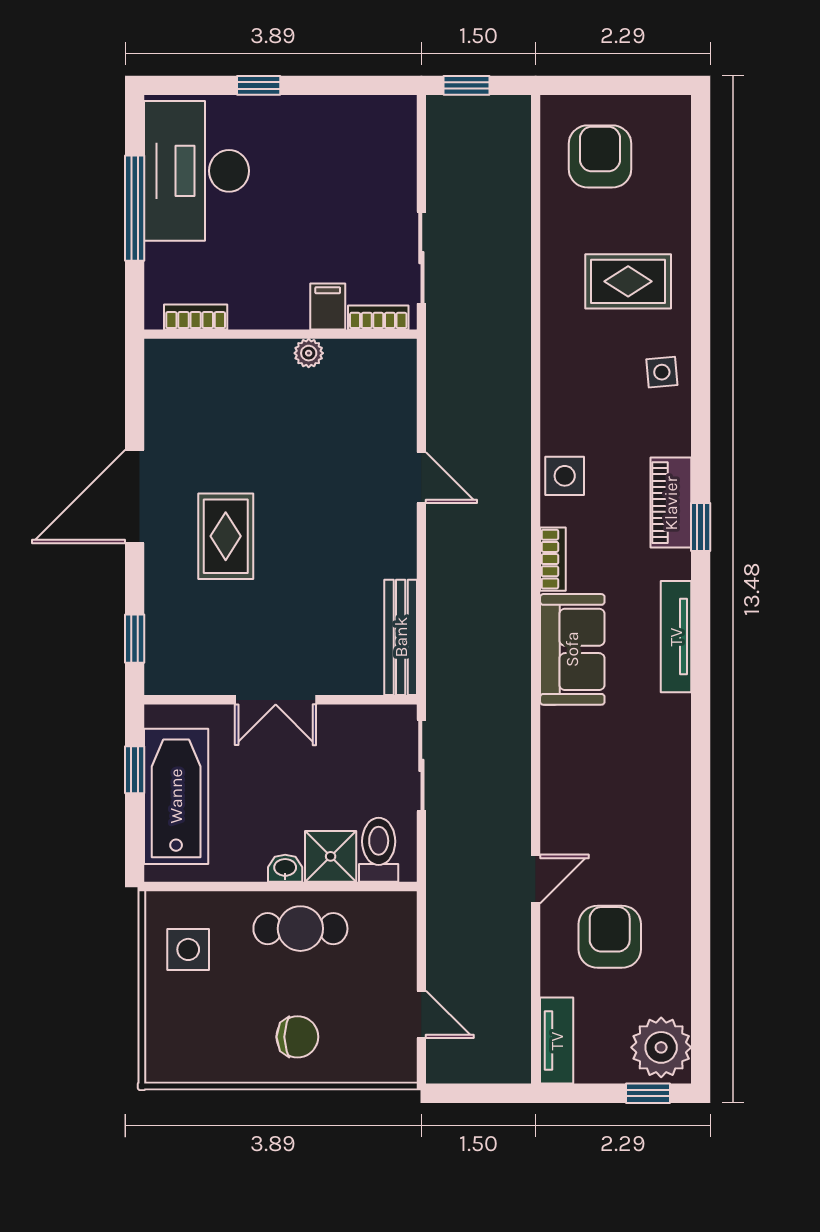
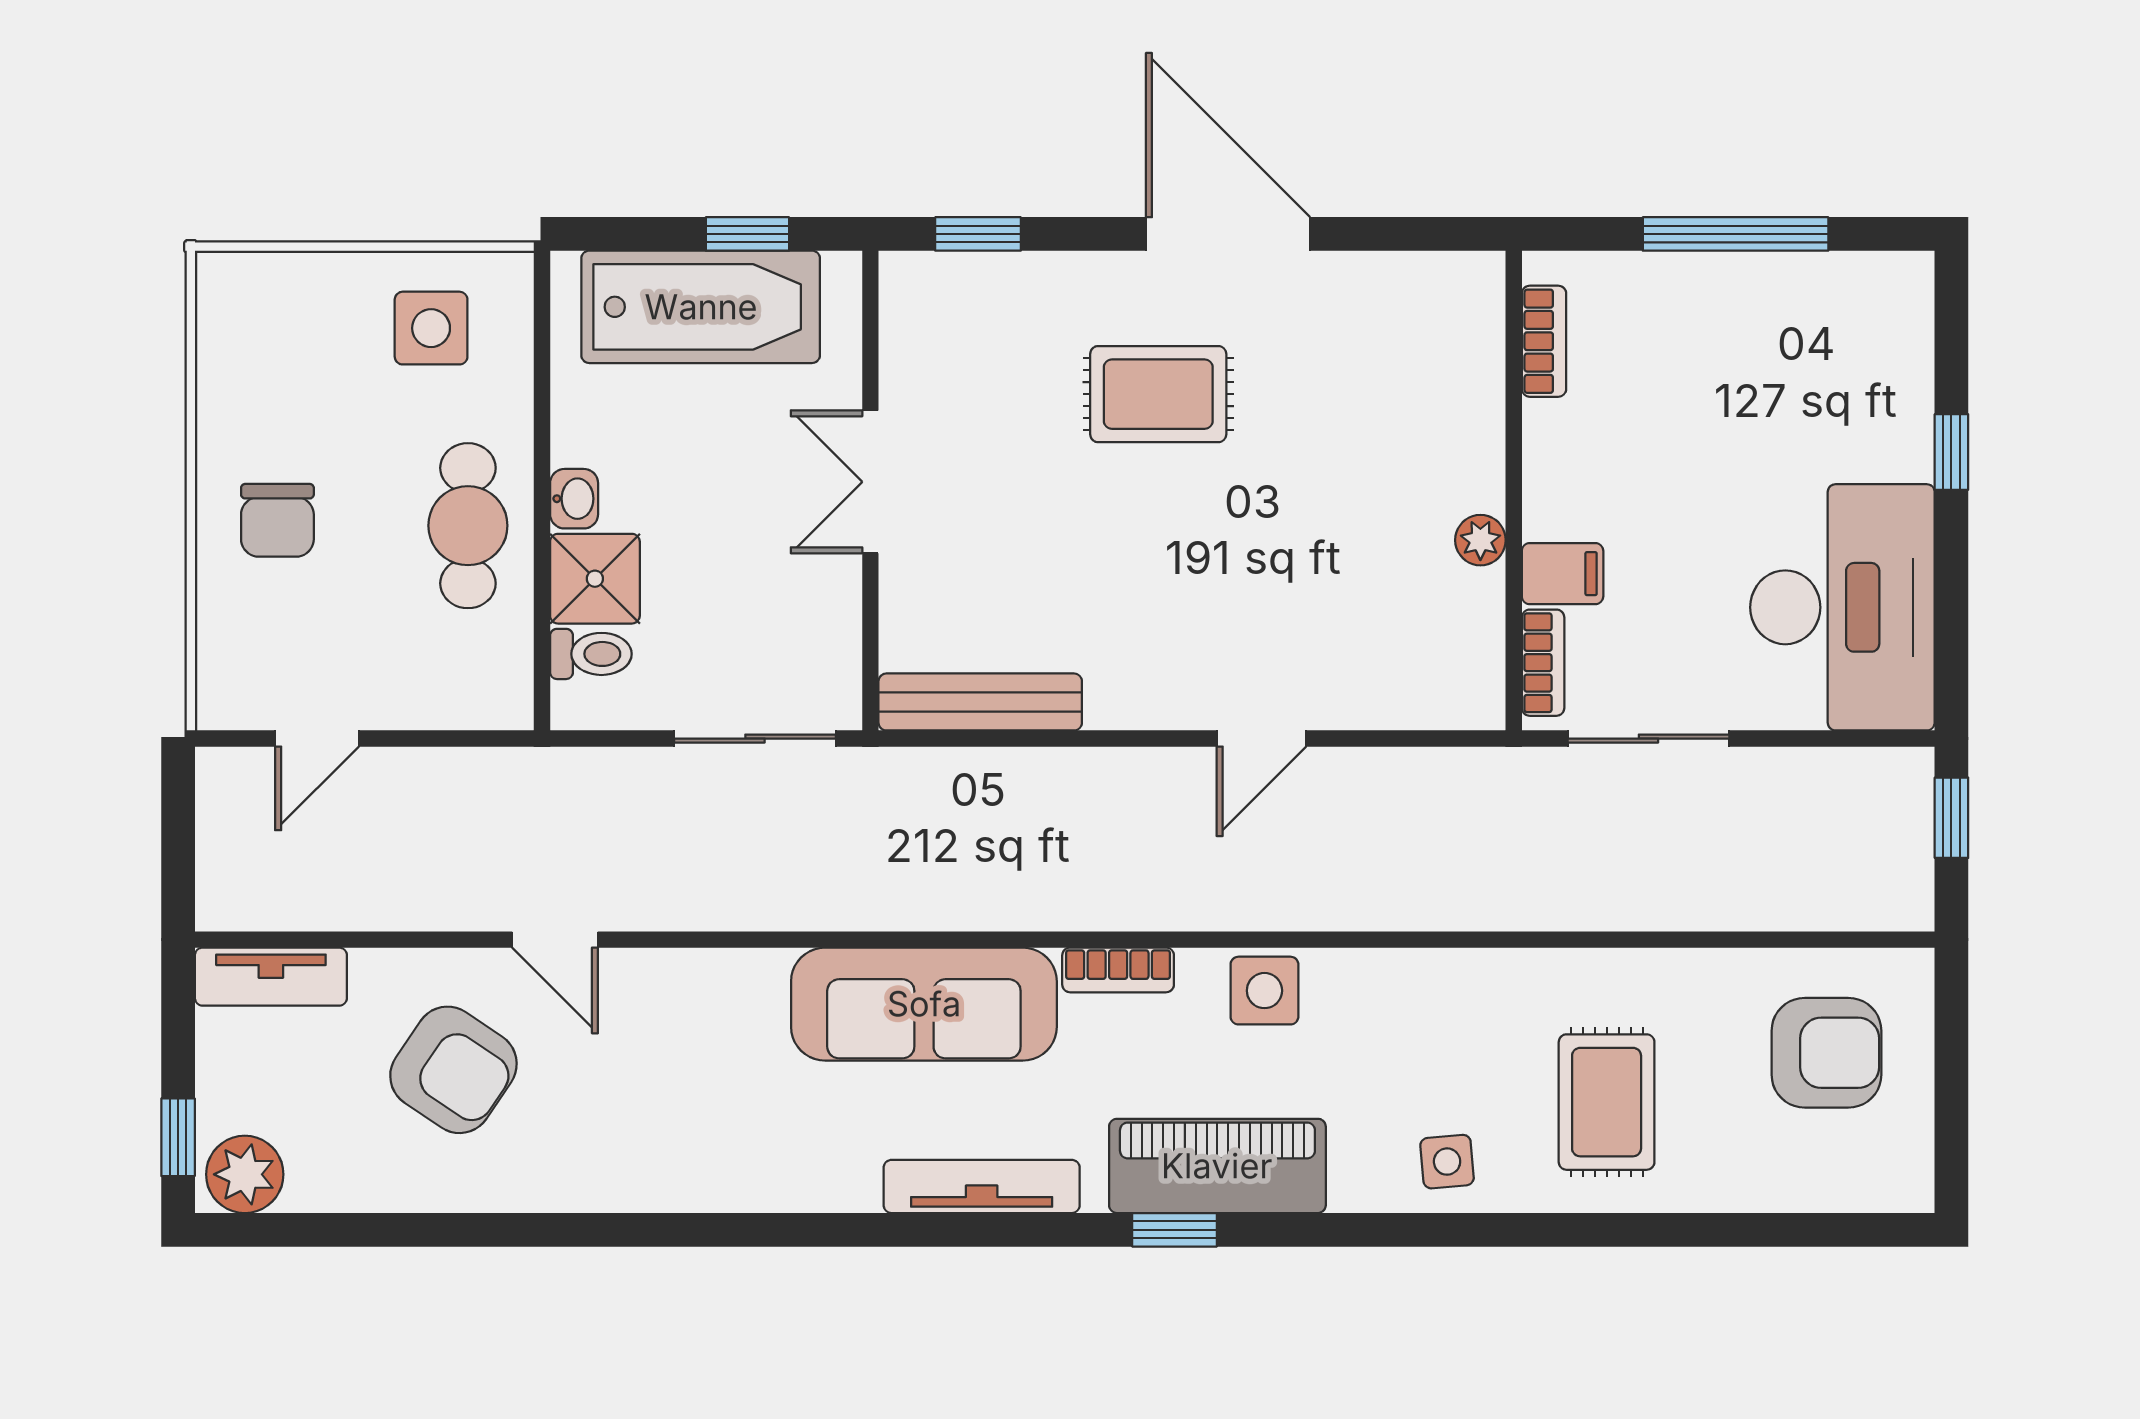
desk: (197, 171) -> (1842, 607), moved, turned 90
piano: (671, 503) -> (1217, 1166), width x1.37, depth x1.33
sofa: (572, 649) -> (924, 1004), width x1.36
toilet: (379, 850) -> (591, 654), width x0.73, depth x0.72
armchair: (610, 937) -> (453, 1070), turned 34
plant: (661, 1047) -> (245, 1174), width x0.73, depth x0.73

